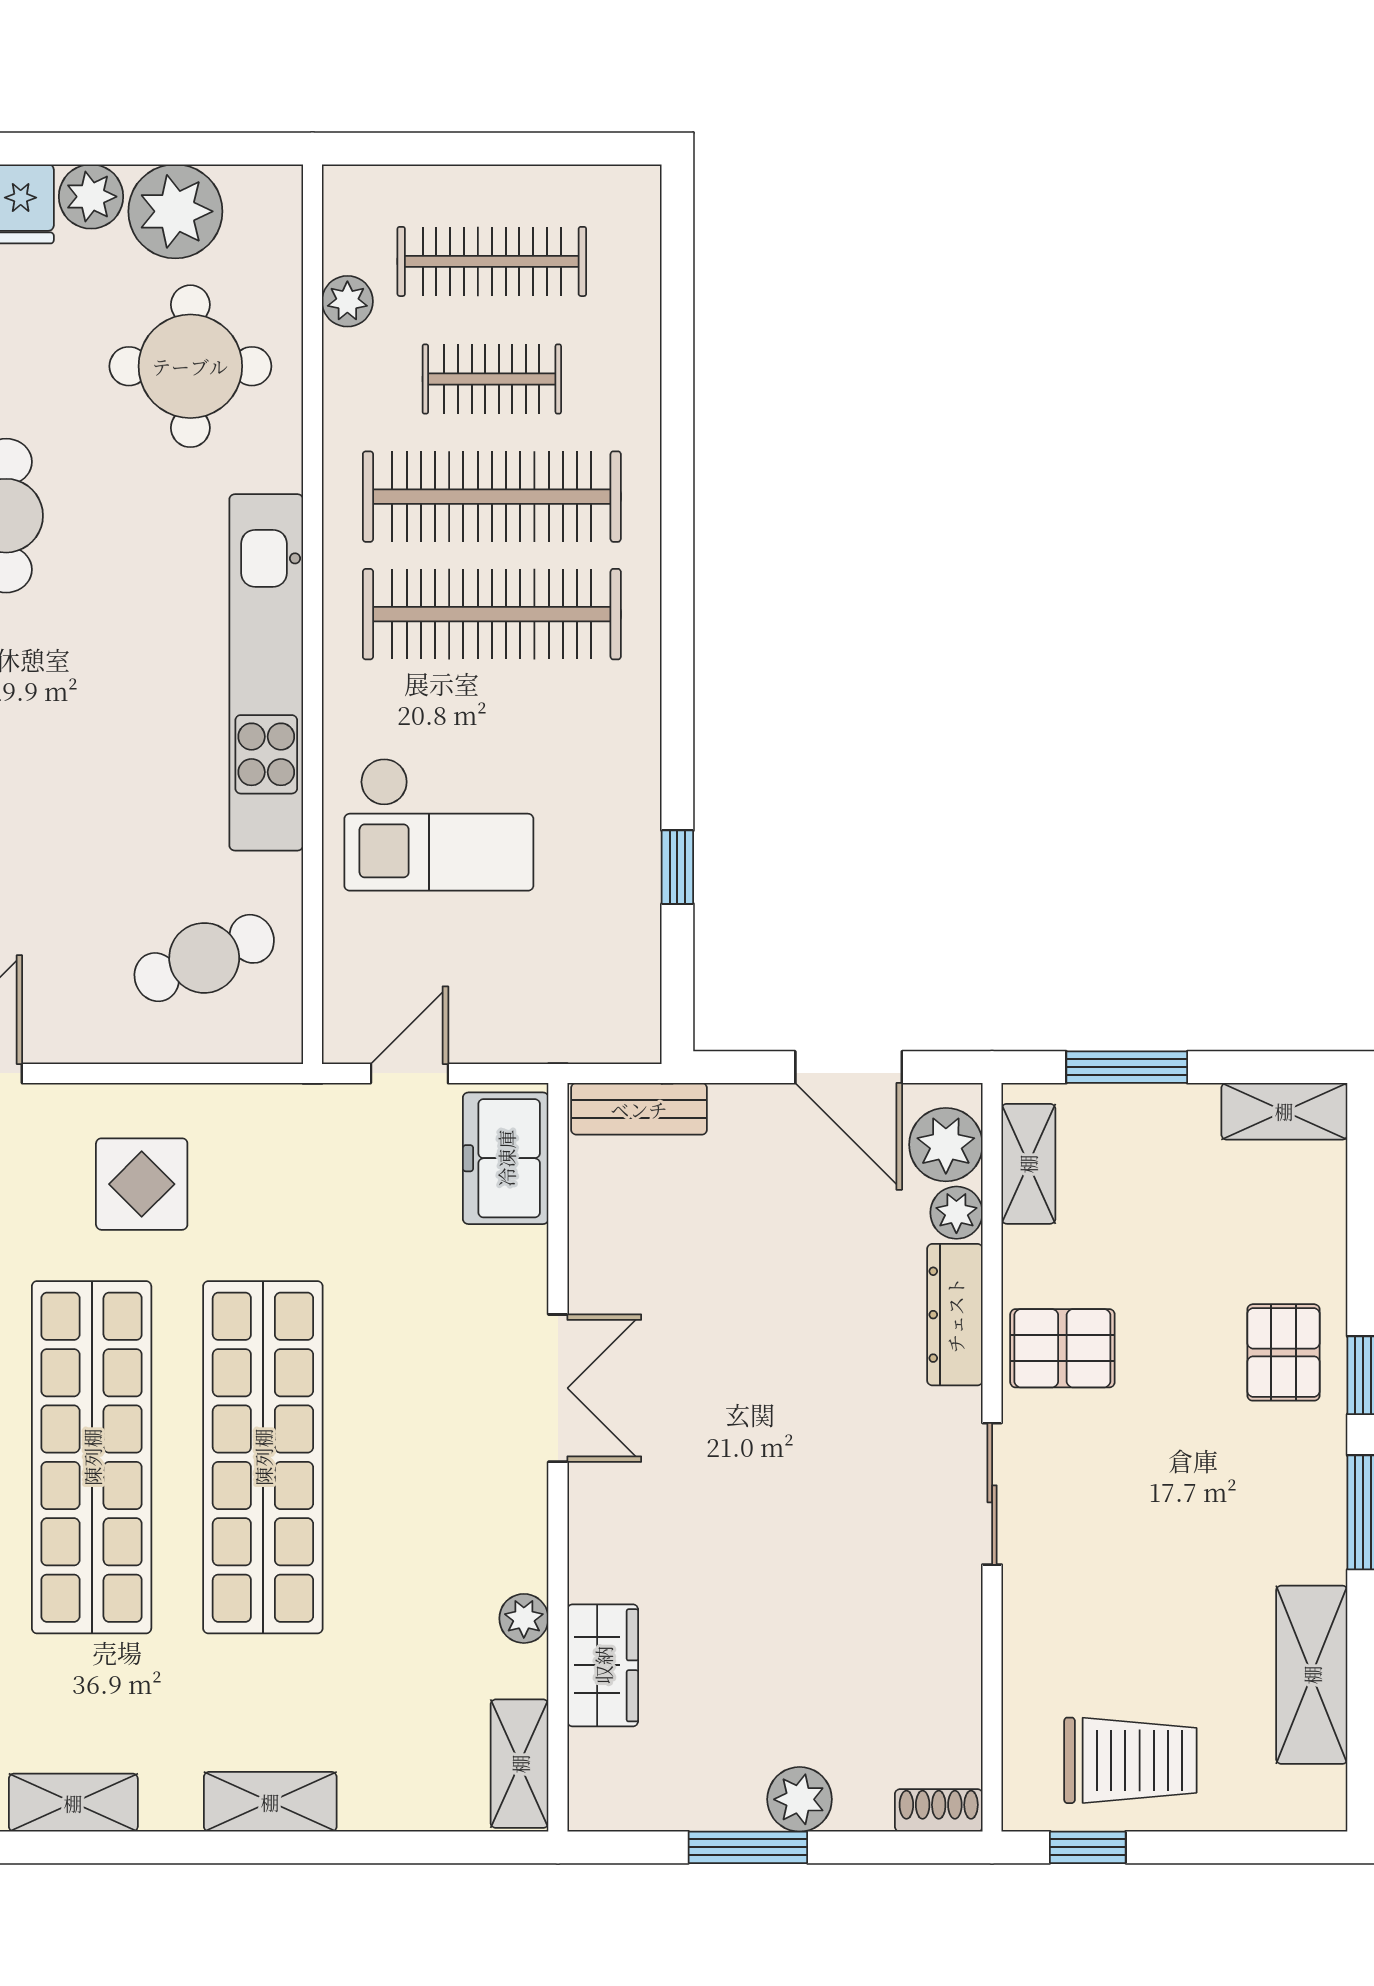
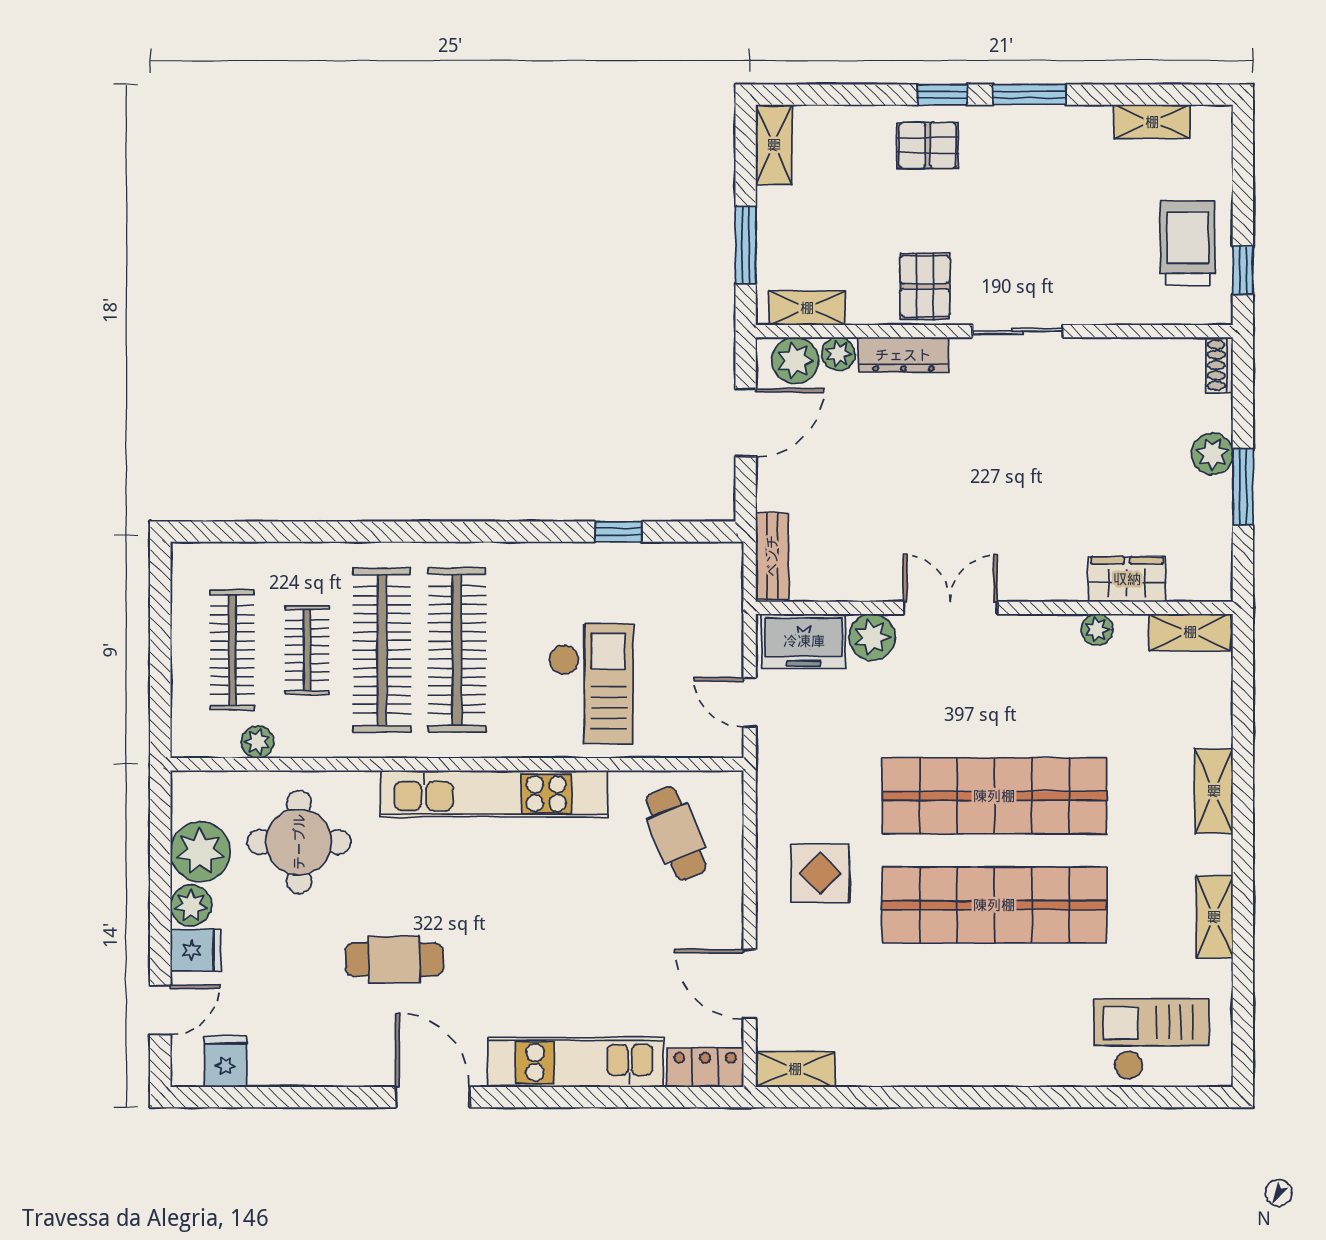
plant: (512, 1265) -> (872, 637), added
shelving: (1312, 1675) -> (1152, 122), width x0.67, depth x0.75

